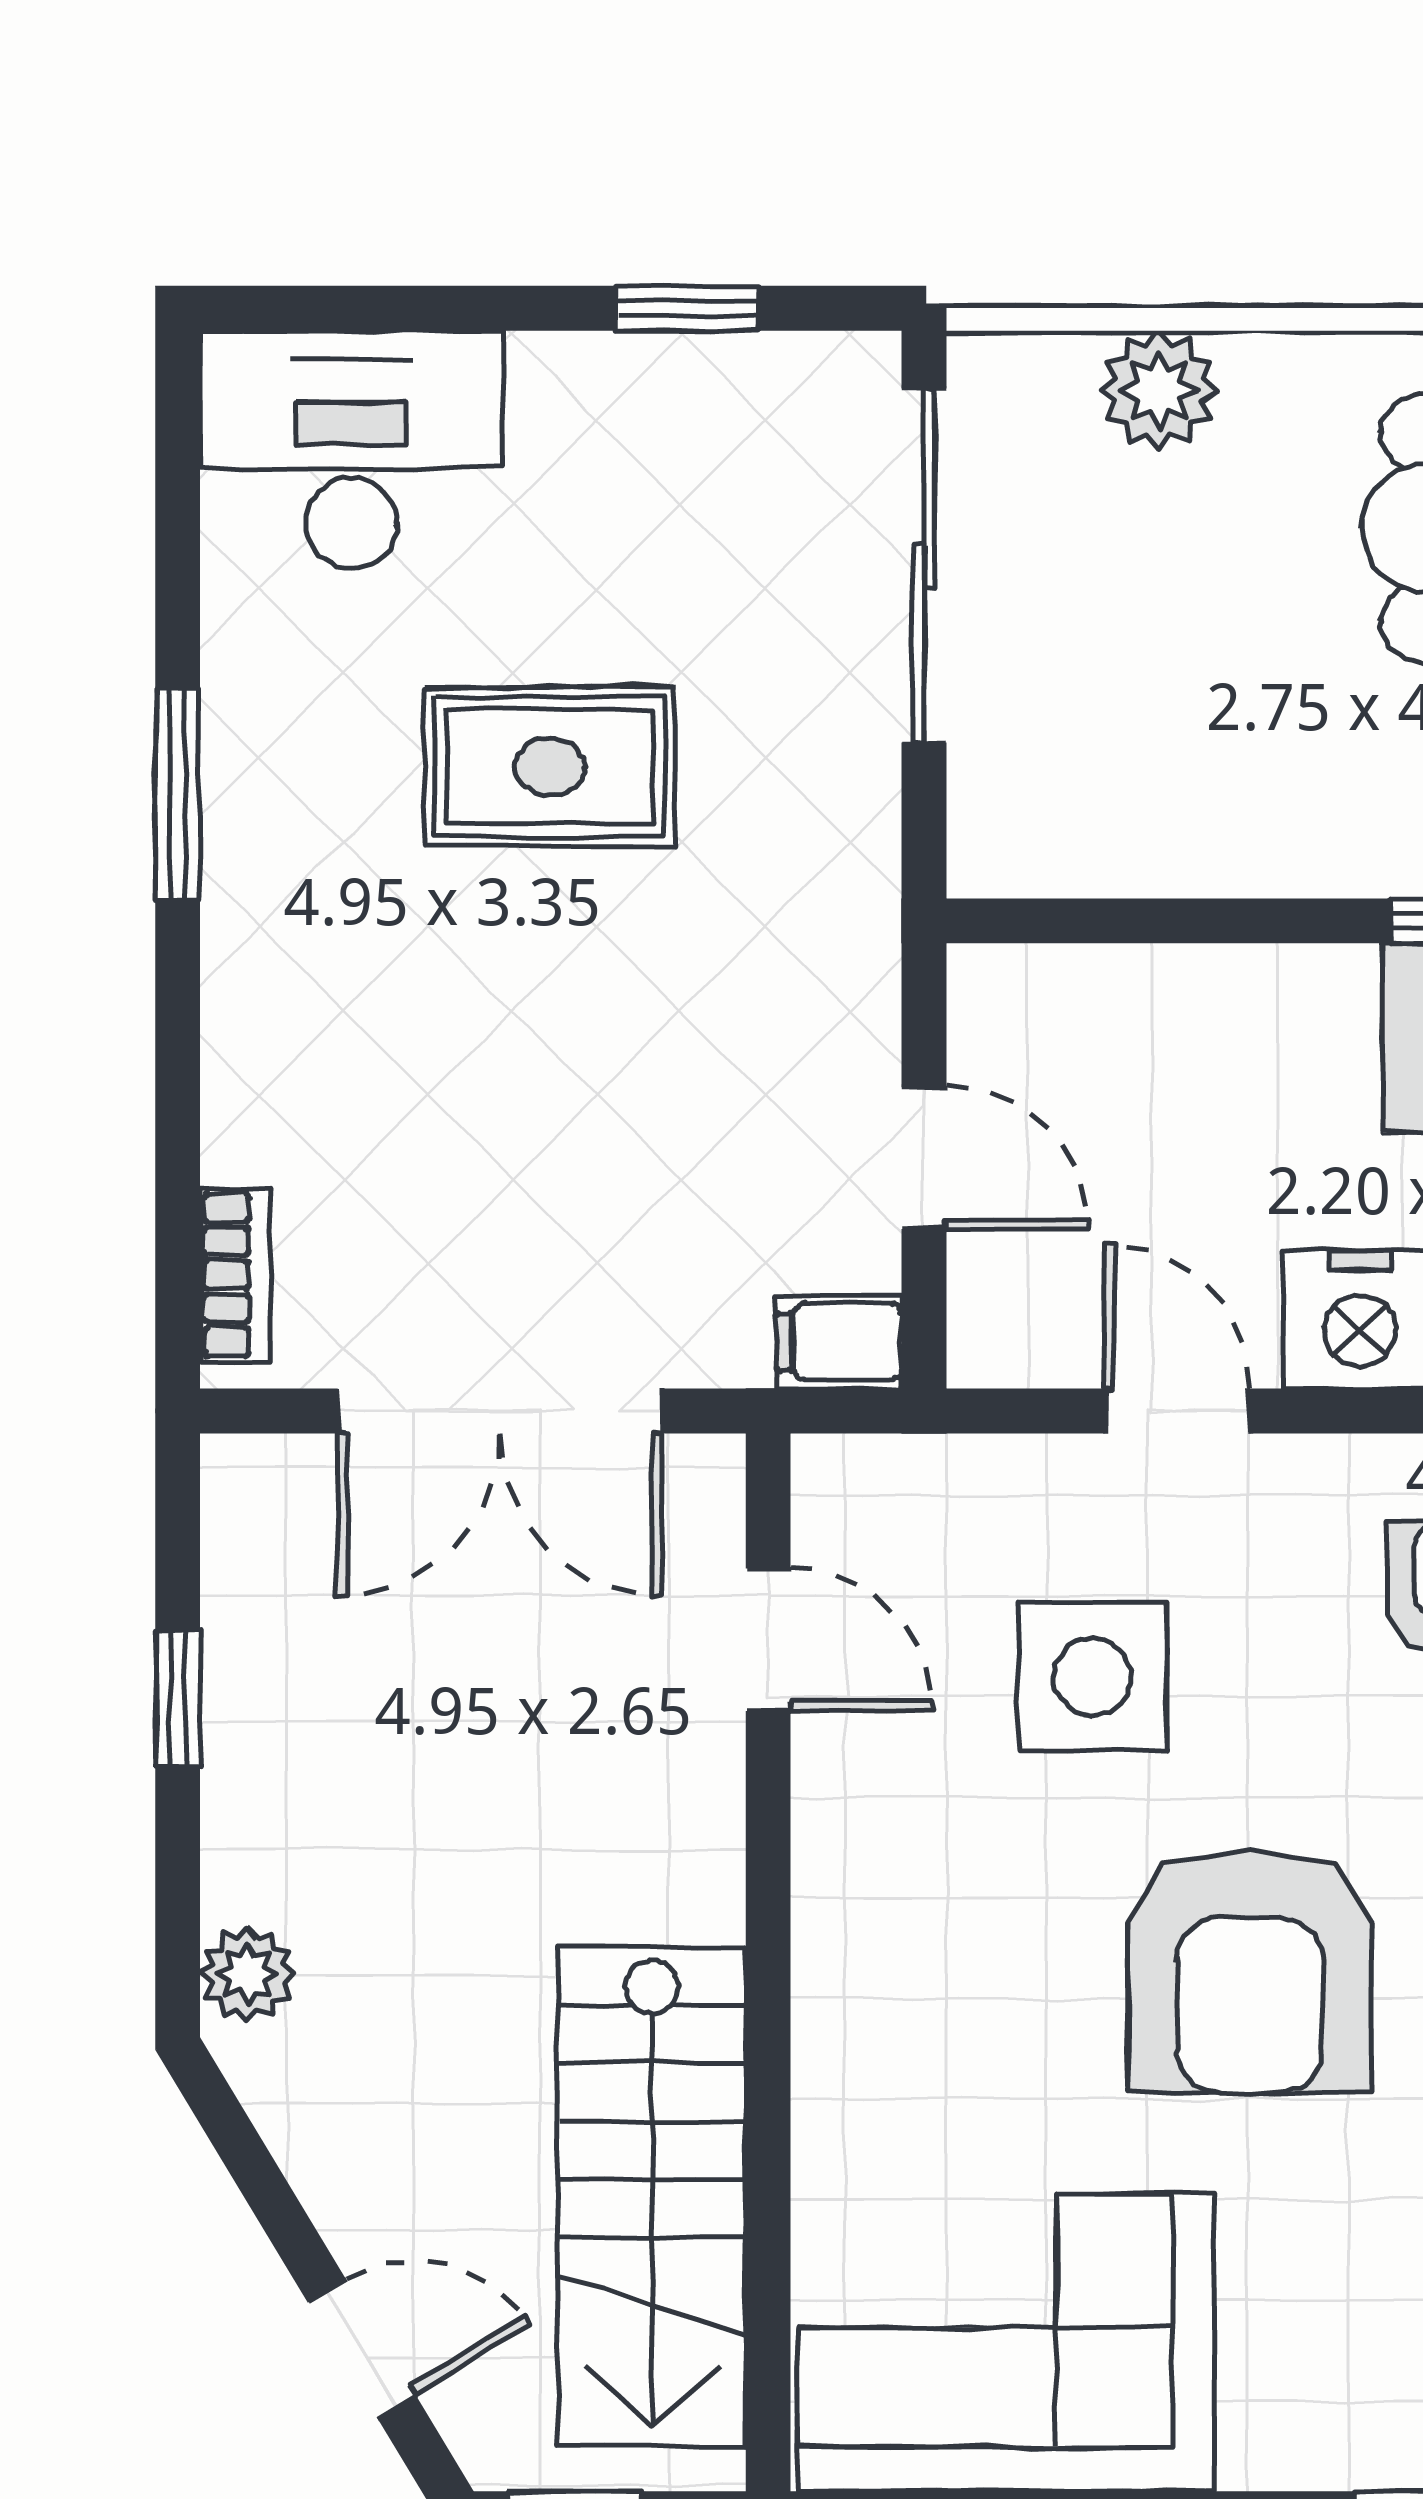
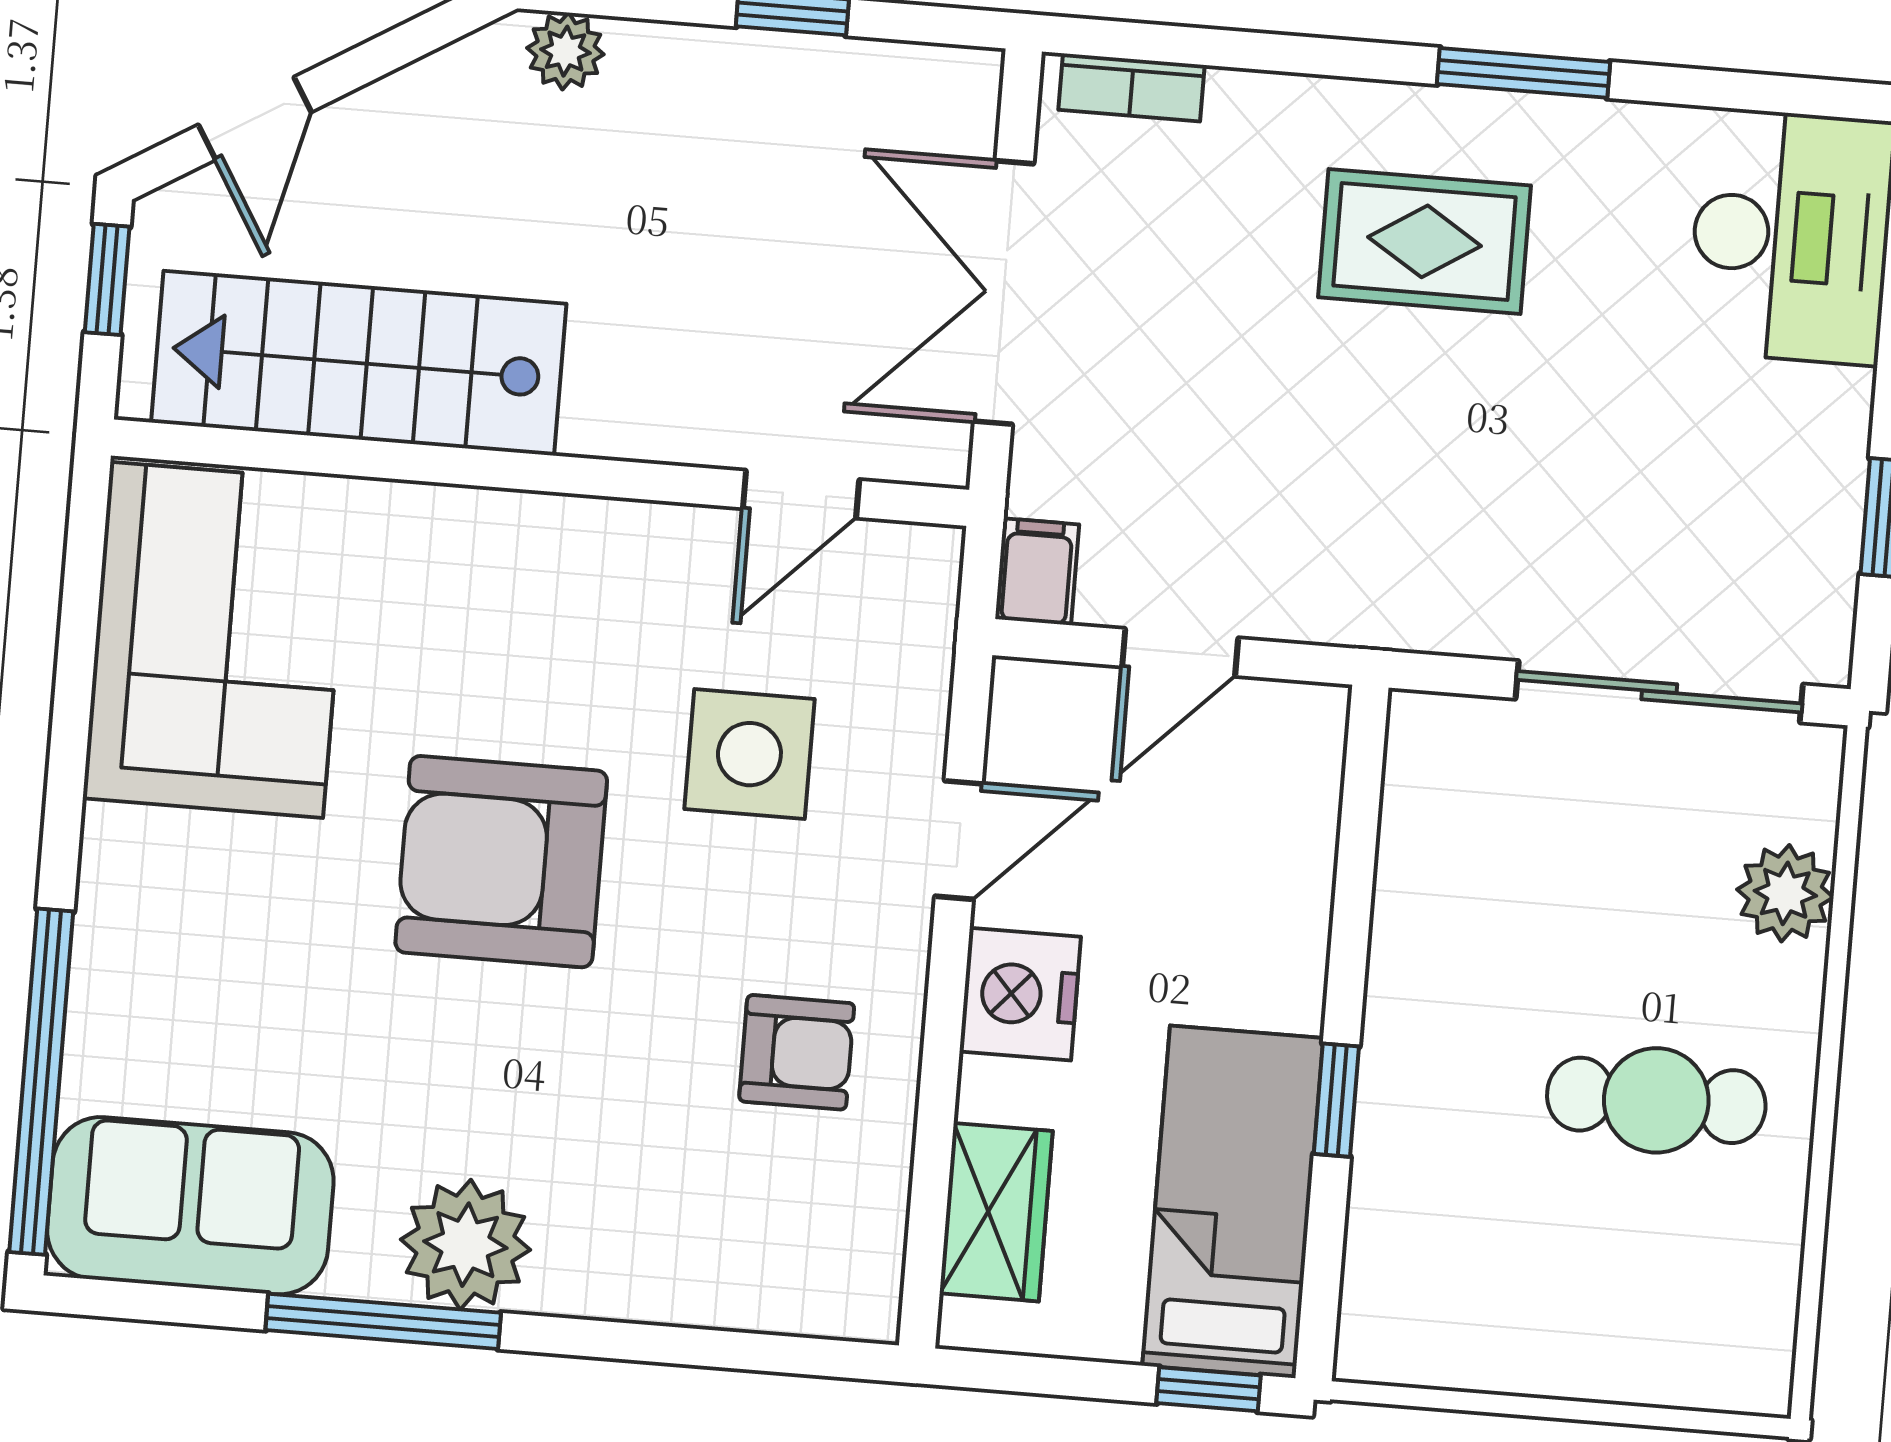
rug: (550, 767) -> (1425, 241), moved, turned 90

